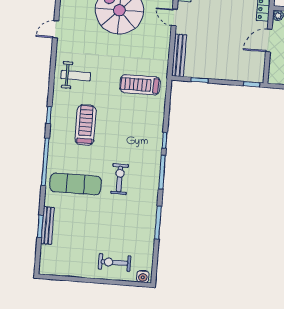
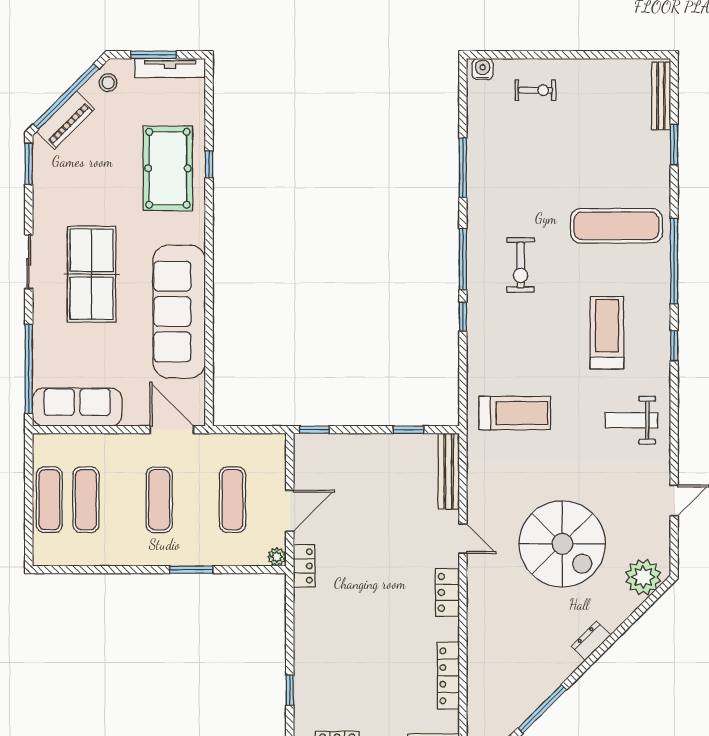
treadmill: (86, 125) -> (607, 333), turned 180
exercise bike: (120, 179) -> (521, 265), moved
bench: (47, 226) -> (661, 96), moved
exercise bike: (115, 262) -> (535, 90), width x0.73, depth x0.72

